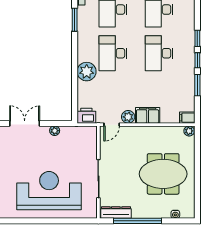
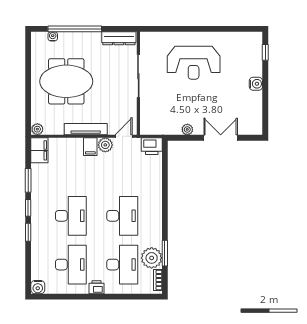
plant: (87, 72) -> (152, 258), moved
filing cabinet: (148, 115) -> (90, 147), width x0.50
filing cabinet: (187, 118) -> (39, 150), width x2.00
double door: (25, 123) -> (221, 138), swing flipped
tv unit: (146, 131) -> (86, 129), added
reception desk: (49, 191) -> (194, 63), width x0.74, depth x0.77
window: (138, 221) -> (75, 29), moved

